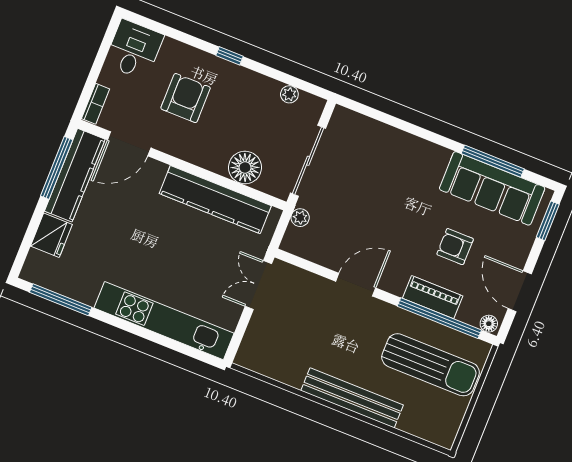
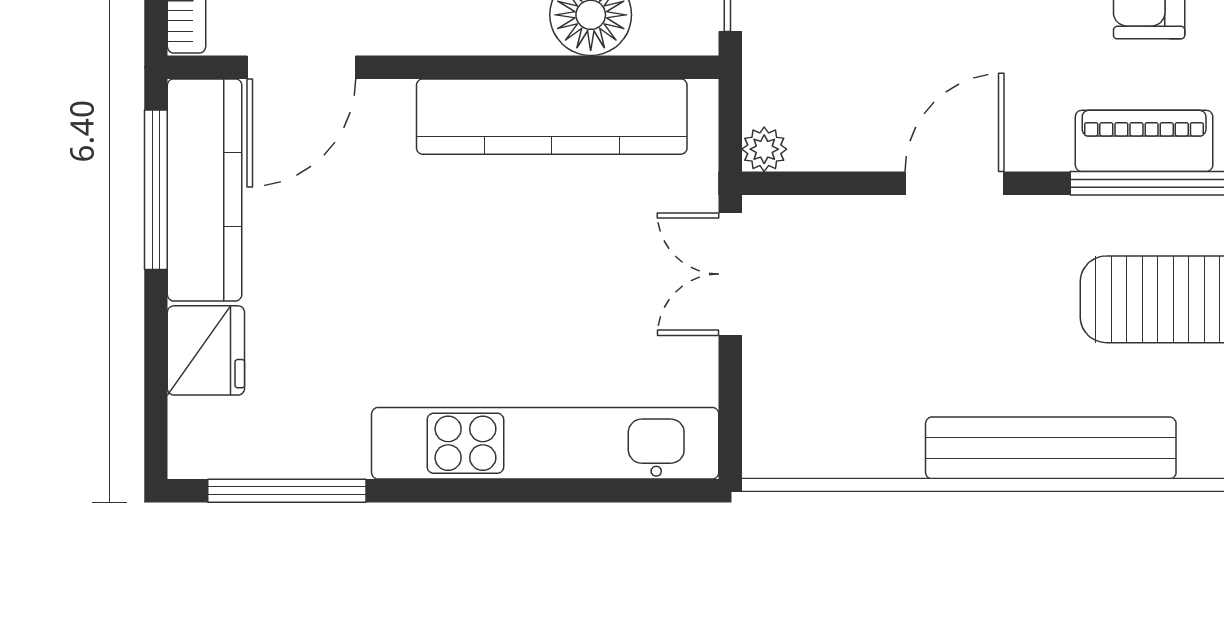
plant: (300, 218) -> (764, 149), moved

